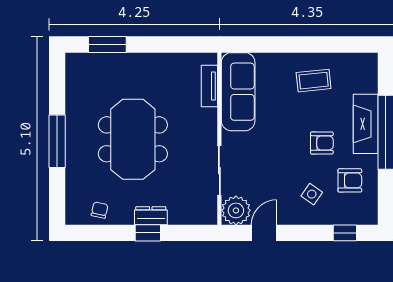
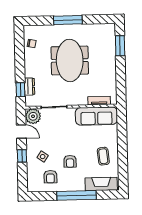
fireplace: (366, 124) -> (101, 184), moved
meeting table: (133, 139) -> (70, 60), turned 90
dresser: (151, 216) -> (29, 87), moved
window: (148, 233) -> (20, 90), moved
window: (345, 233) -> (22, 156), moved

